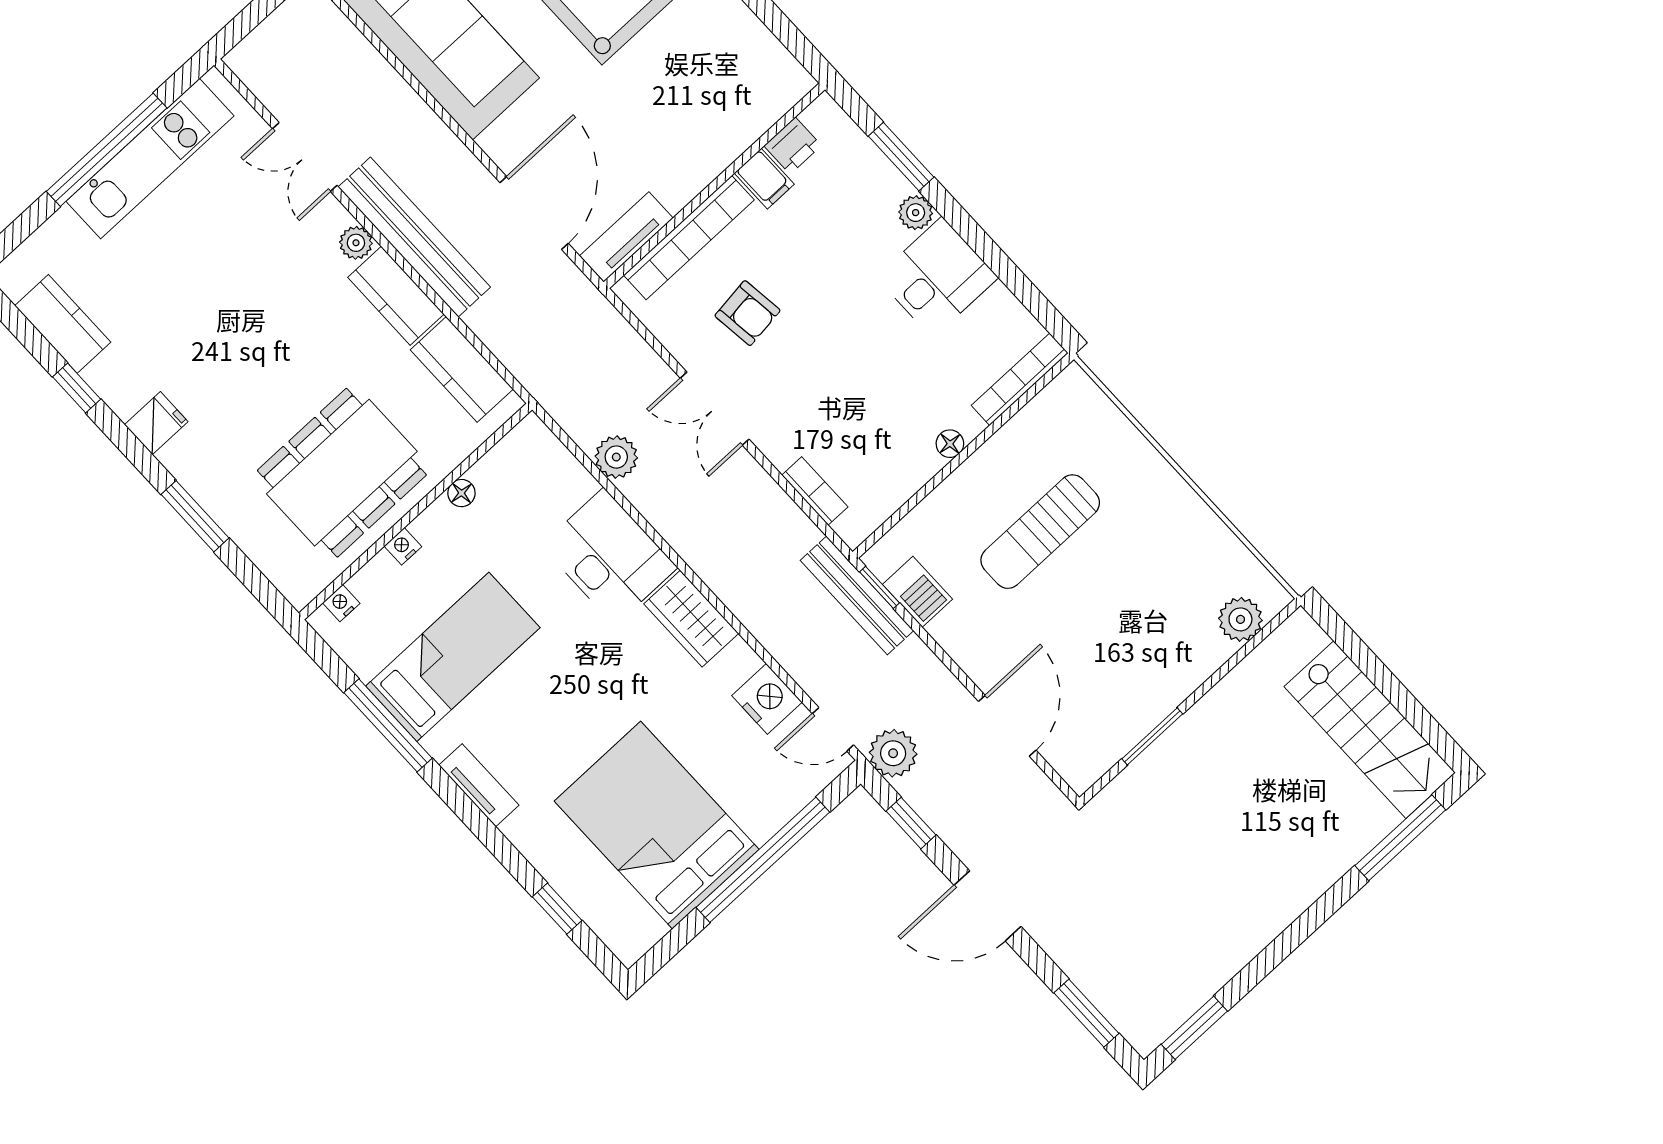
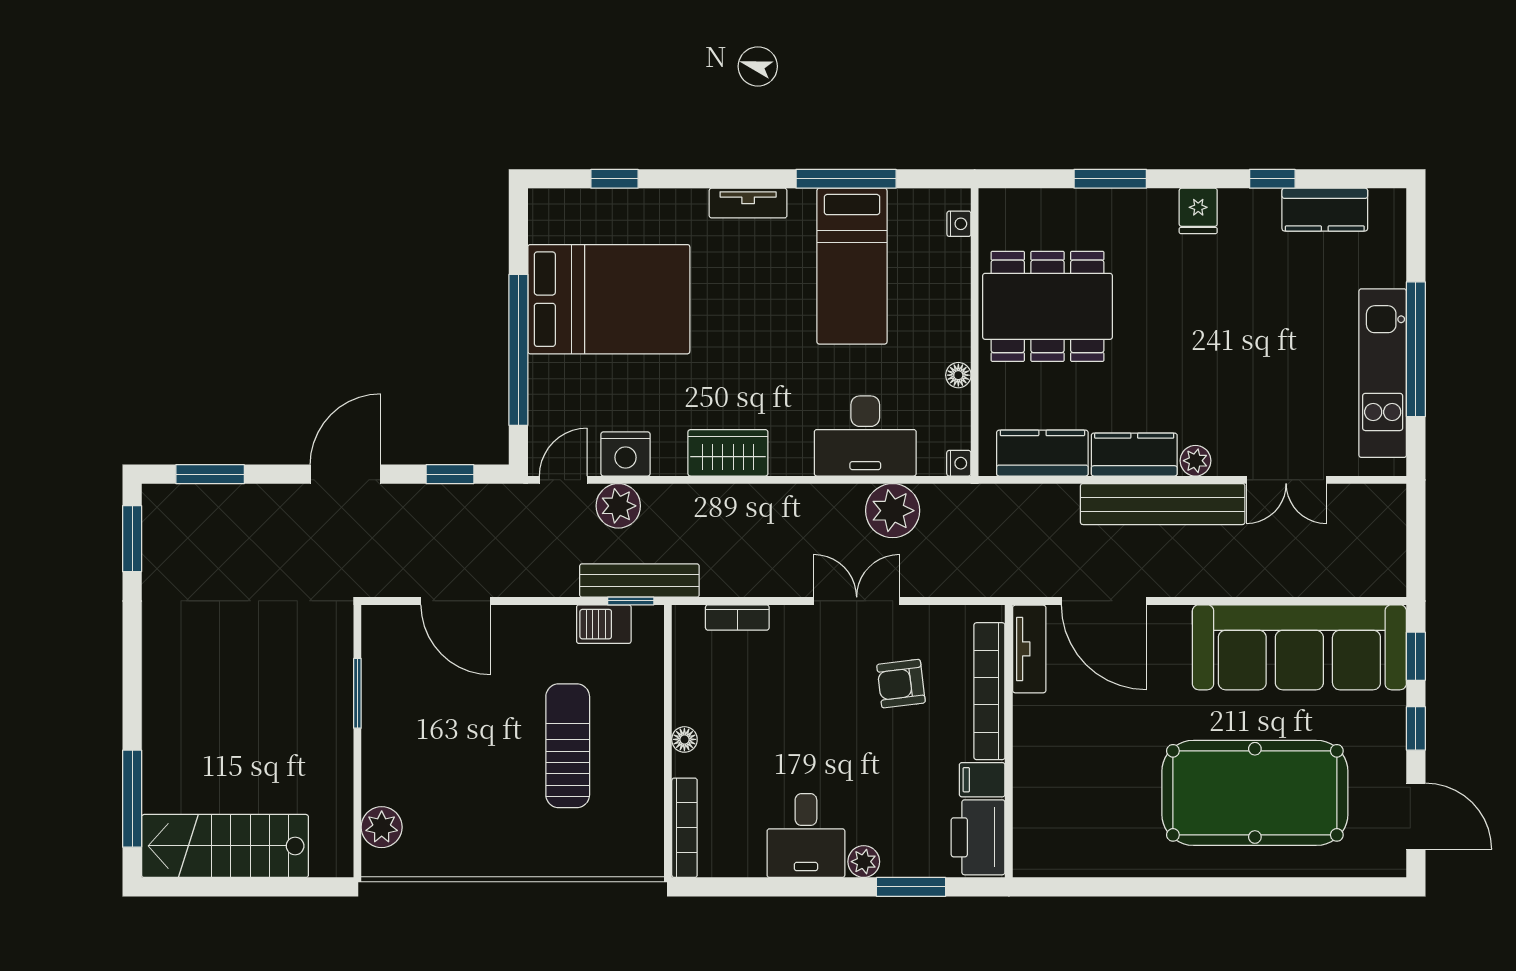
printer: (793, 146) -> (978, 837), width x1.87, depth x1.48
double door: (305, 157) -> (1286, 480), swing flipped
plant: (616, 457) -> (893, 511), width x1.36, depth x1.36
dining table: (342, 473) -> (1047, 306), turned 90
nightstand: (403, 546) -> (959, 463), moved
desk: (609, 557) -> (865, 436), moved
plant: (893, 753) -> (618, 506), moved

